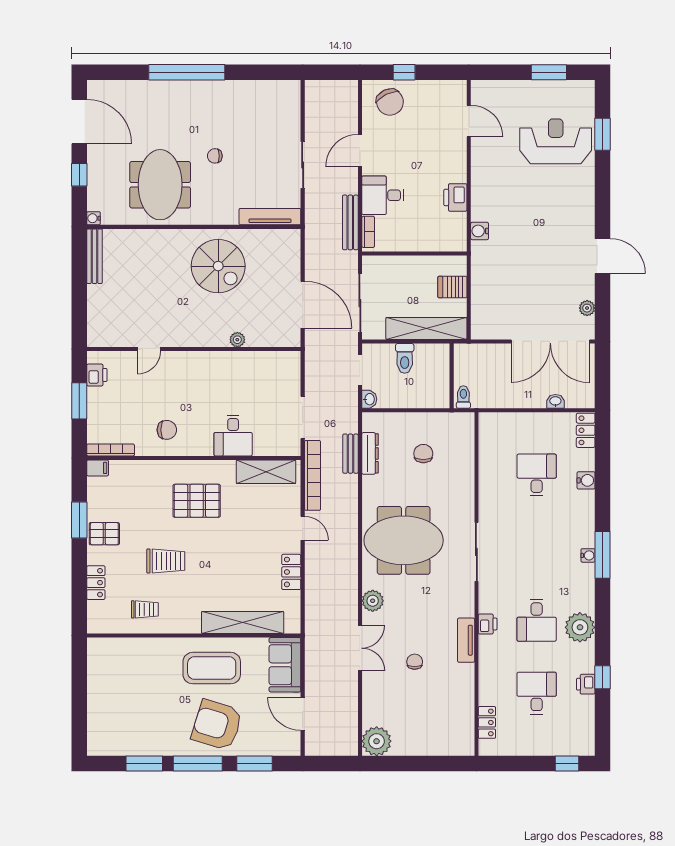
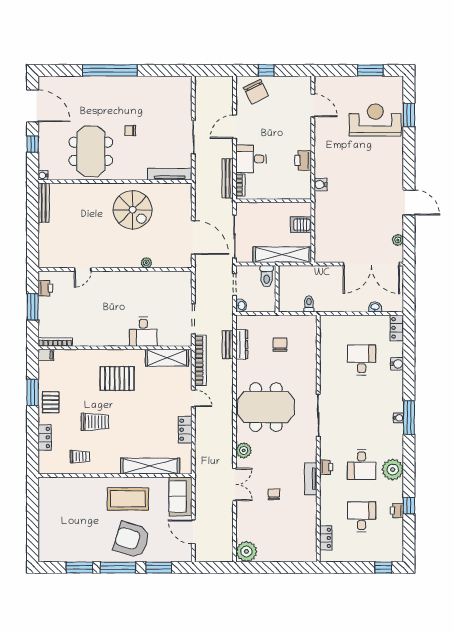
wall: (452, 376) -> (277, 289), moved
chair: (167, 430) -> (96, 328), removed
pallet: (104, 534) -> (51, 402), turned 90

